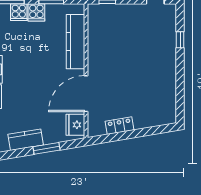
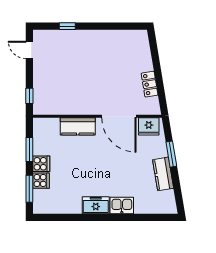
kitchen counter: (75, 42) -> (78, 126), width x0.67

